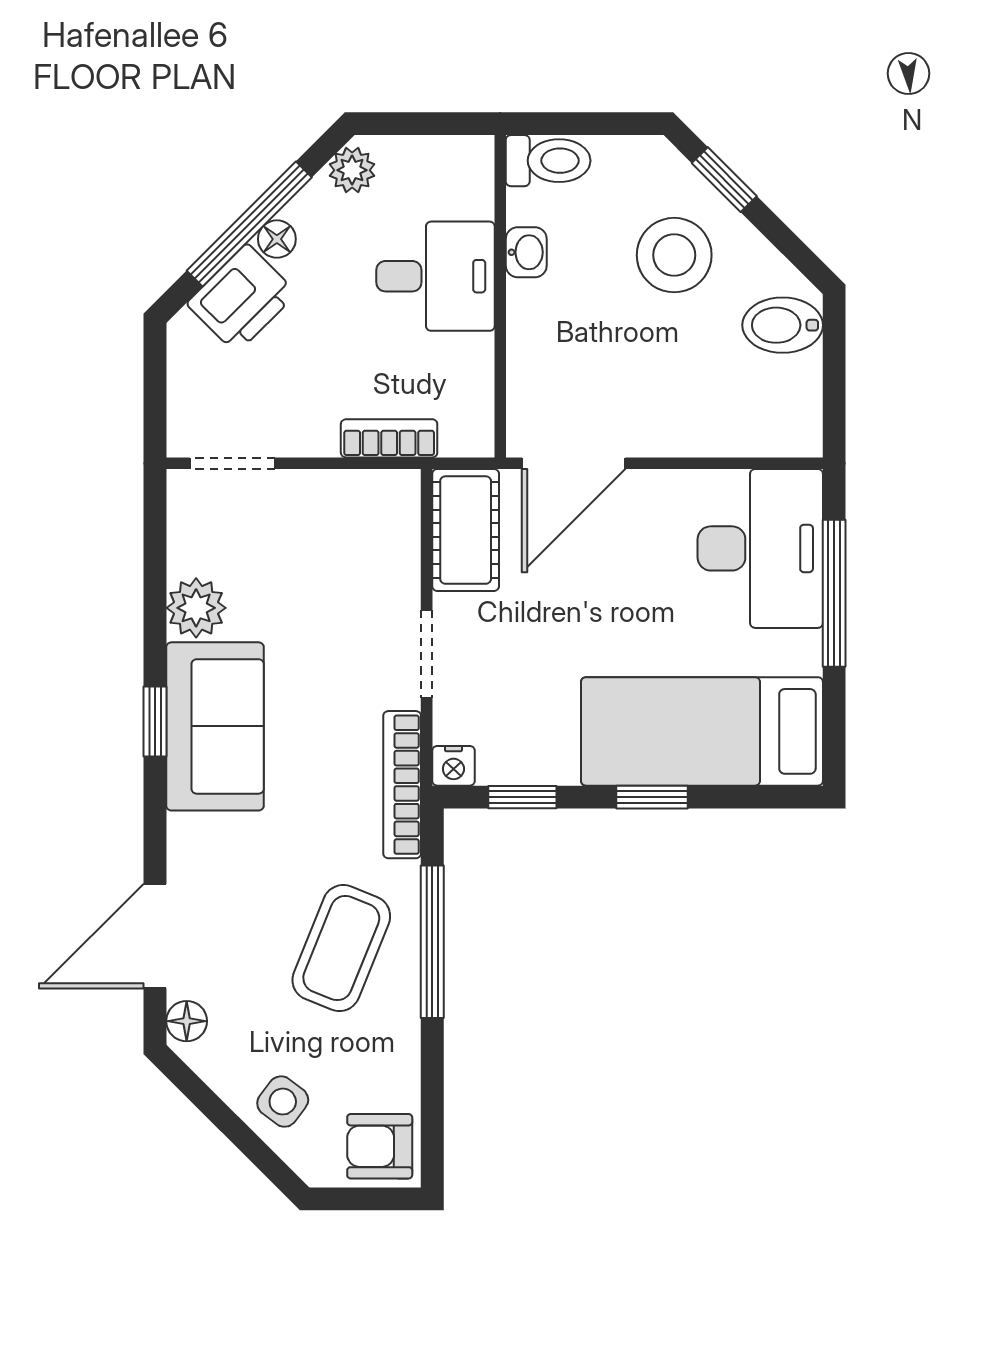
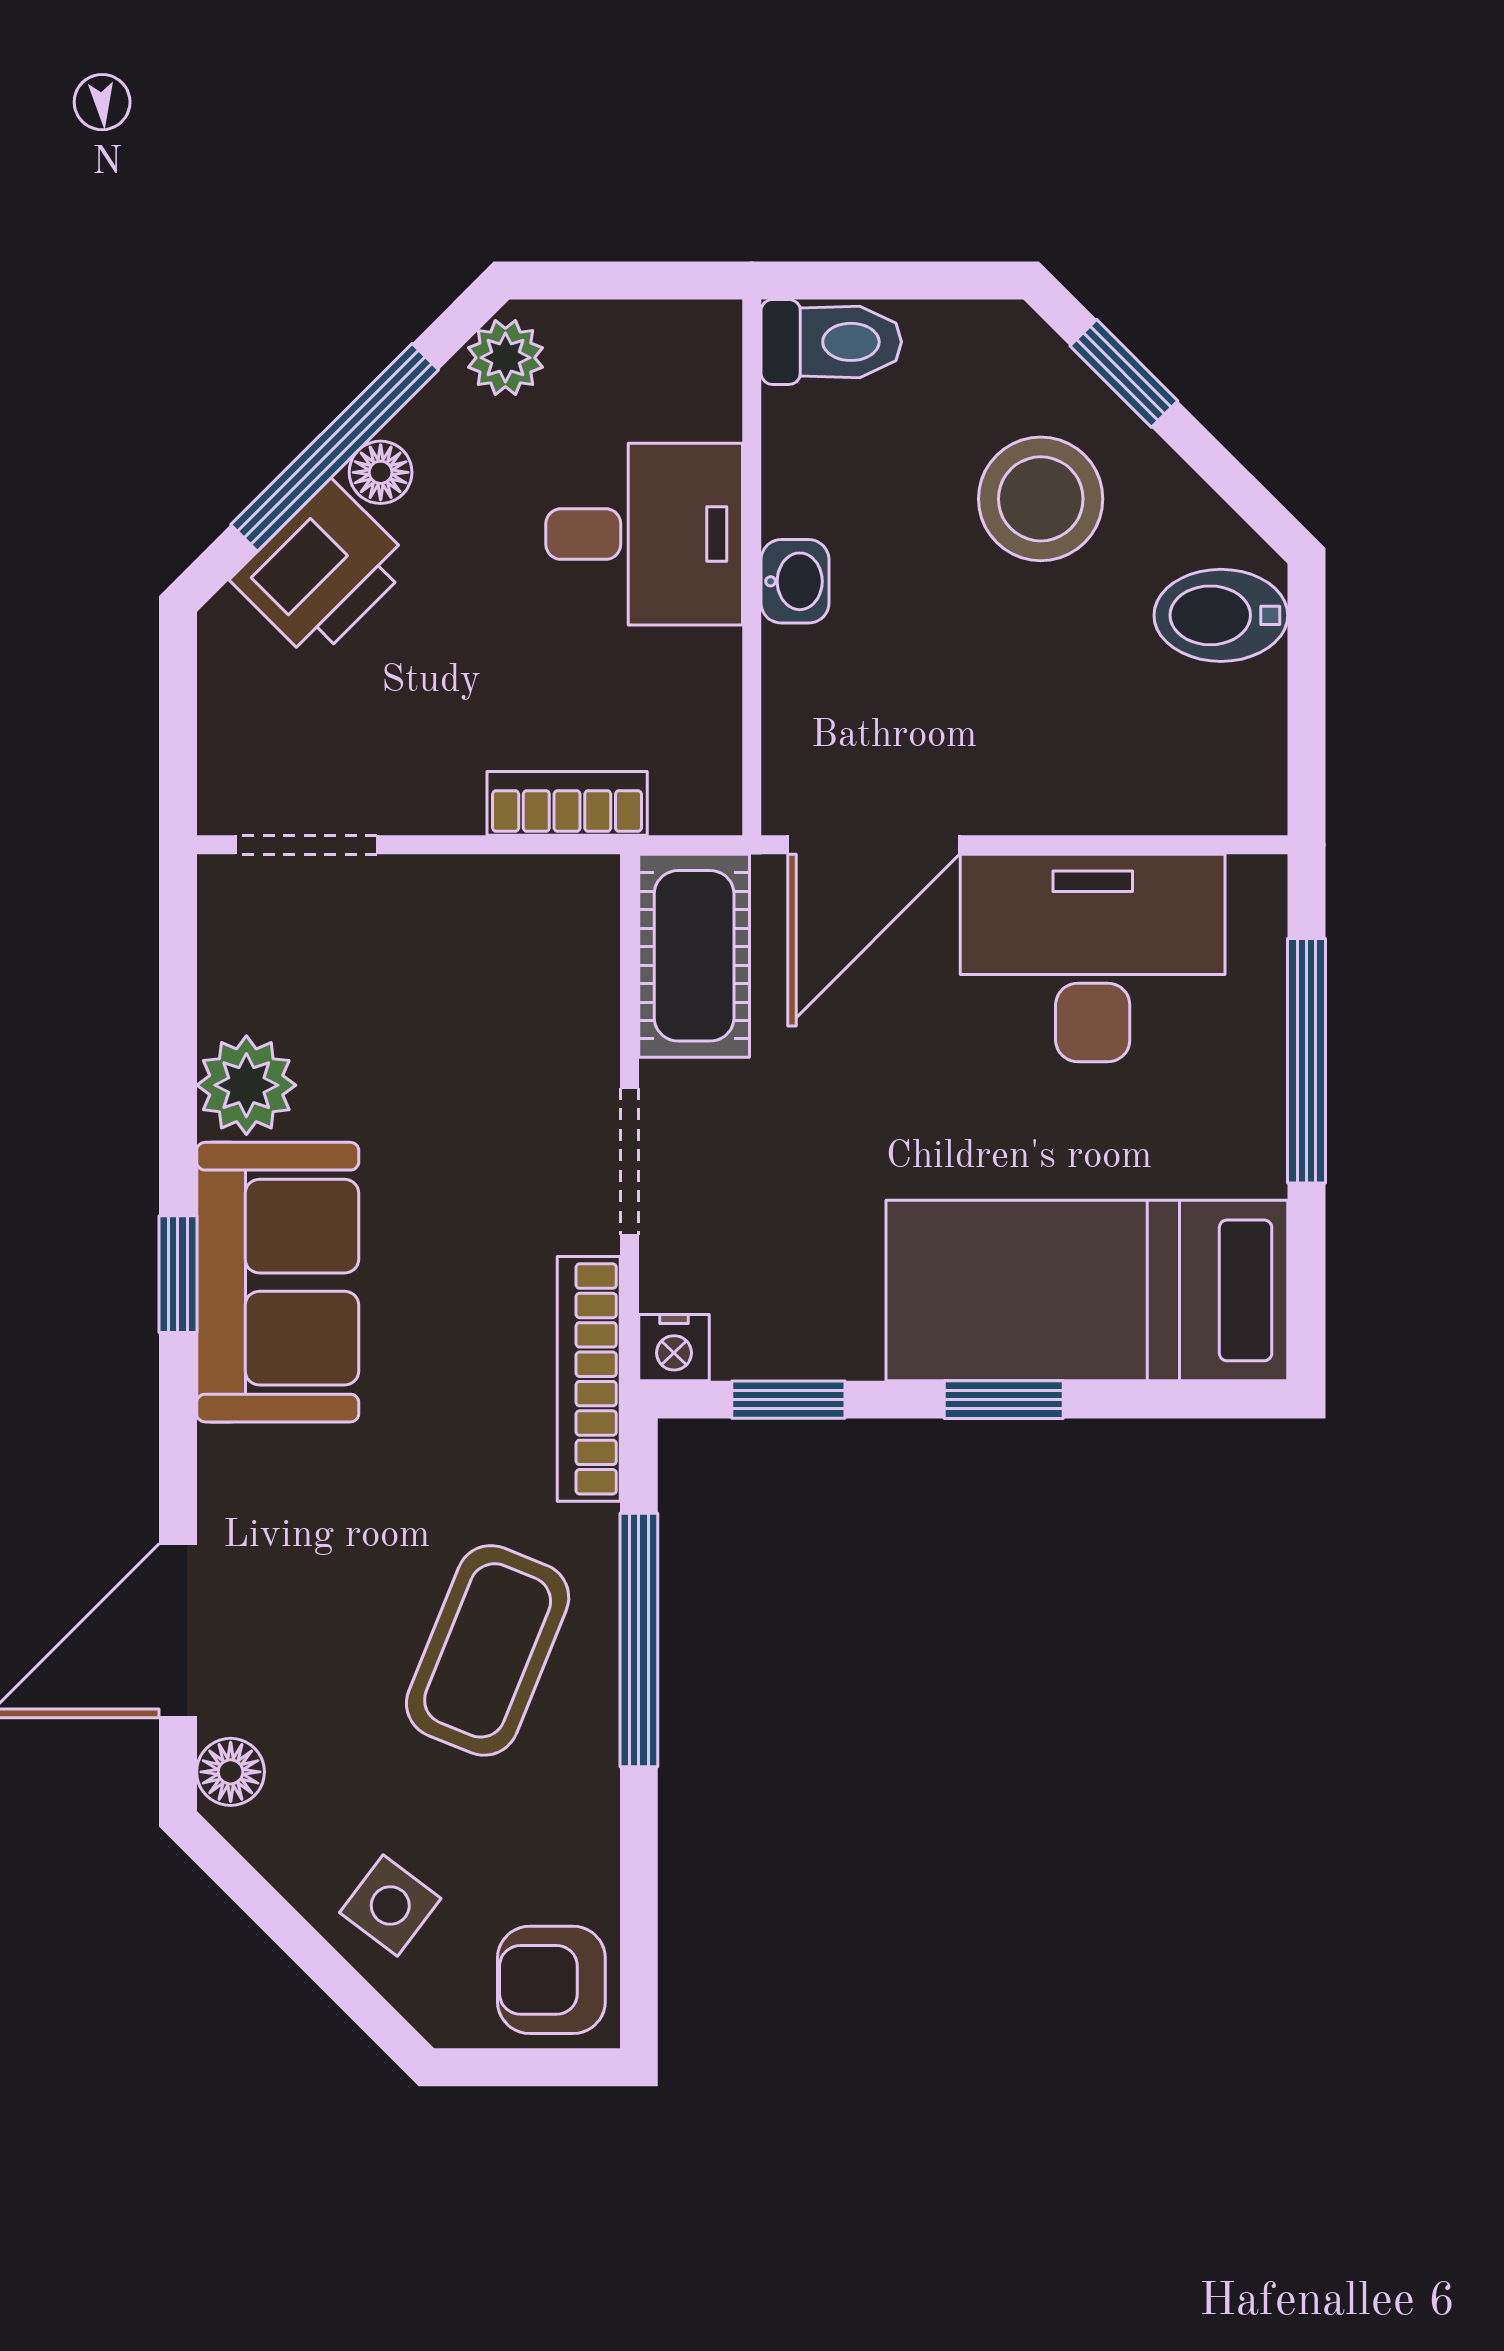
washbasin: (526, 252) -> (795, 581), moved
desk: (760, 548) -> (1093, 958), moved, turned -90

